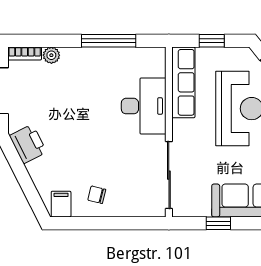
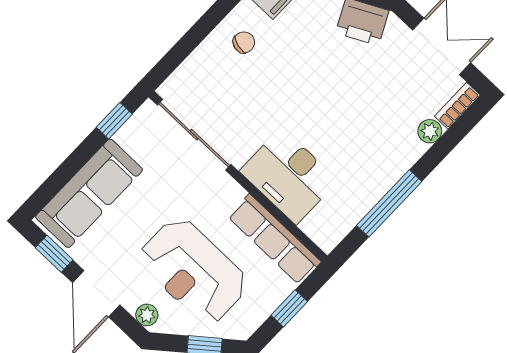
window: (218, 223) -> (114, 121), moved

